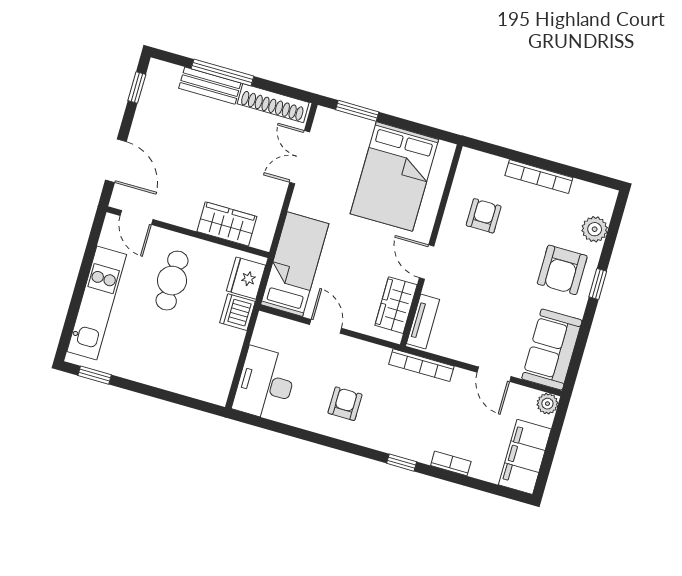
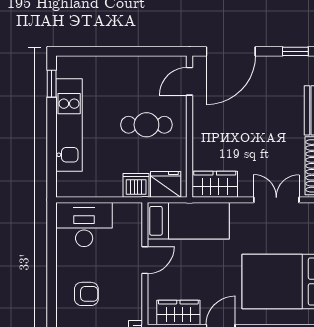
door: (116, 161) -> (231, 51), width x1.36
wardrobe: (227, 224) -> (215, 184), moved, turned -90
kitchen unit: (97, 303) -> (69, 125), moved, turned -90

